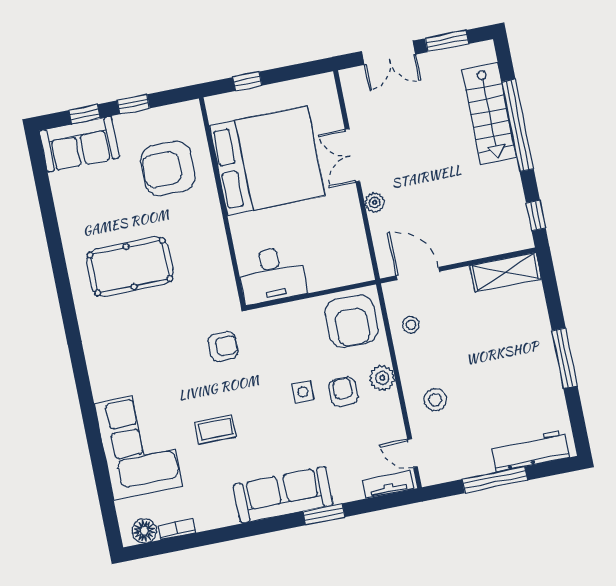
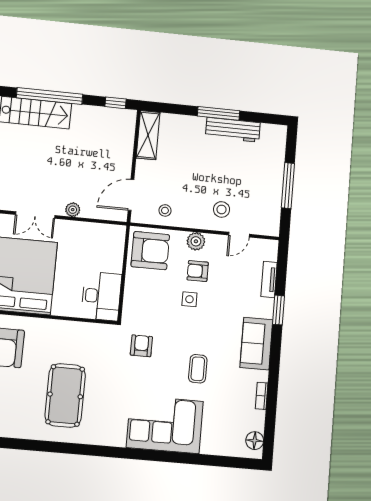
corner sofa: (138, 445) -> (165, 424), moved
workbench: (530, 451) -> (233, 130), moved, turned -90
door: (413, 453) -> (239, 235), moved
tv unit: (388, 484) -> (269, 279), moved
sofa: (283, 495) -> (256, 344), width x0.73
bookcase: (177, 529) -> (262, 396), moved

